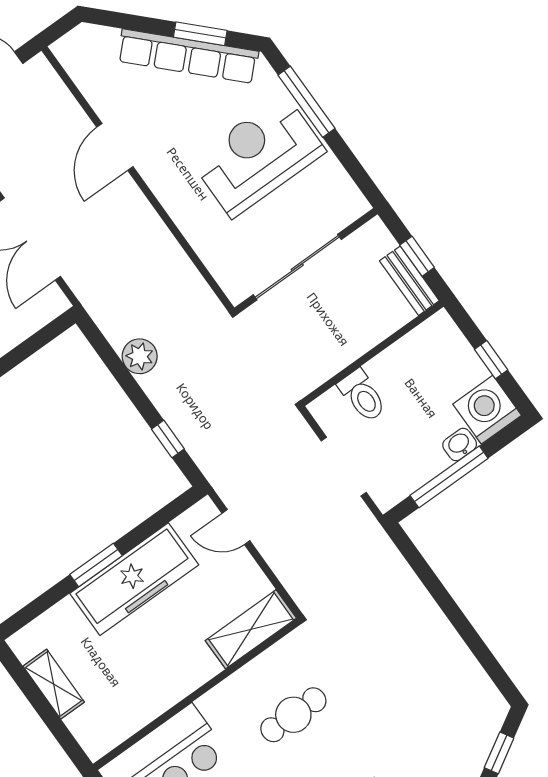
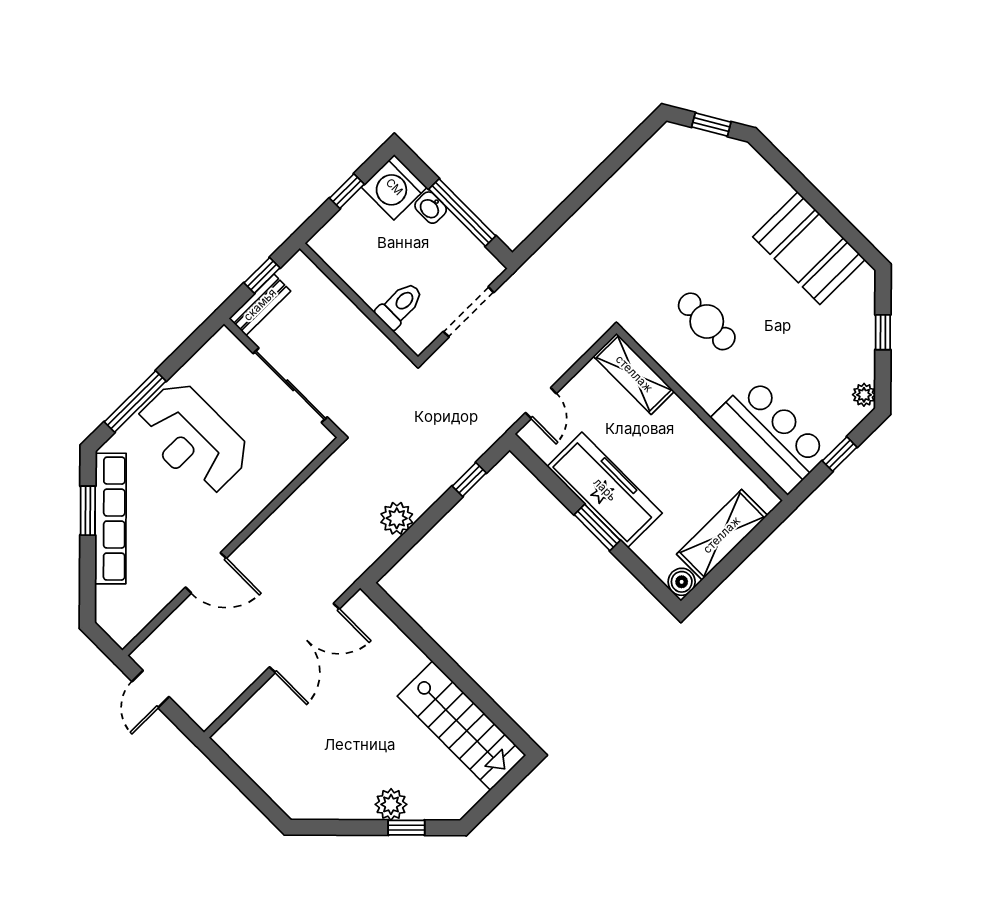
bench: (409, 281) -> (260, 305), moved
boiler: (25, 644) -> (682, 582), added
shelving: (54, 684) -> (722, 535), width x1.50, depth x1.33

